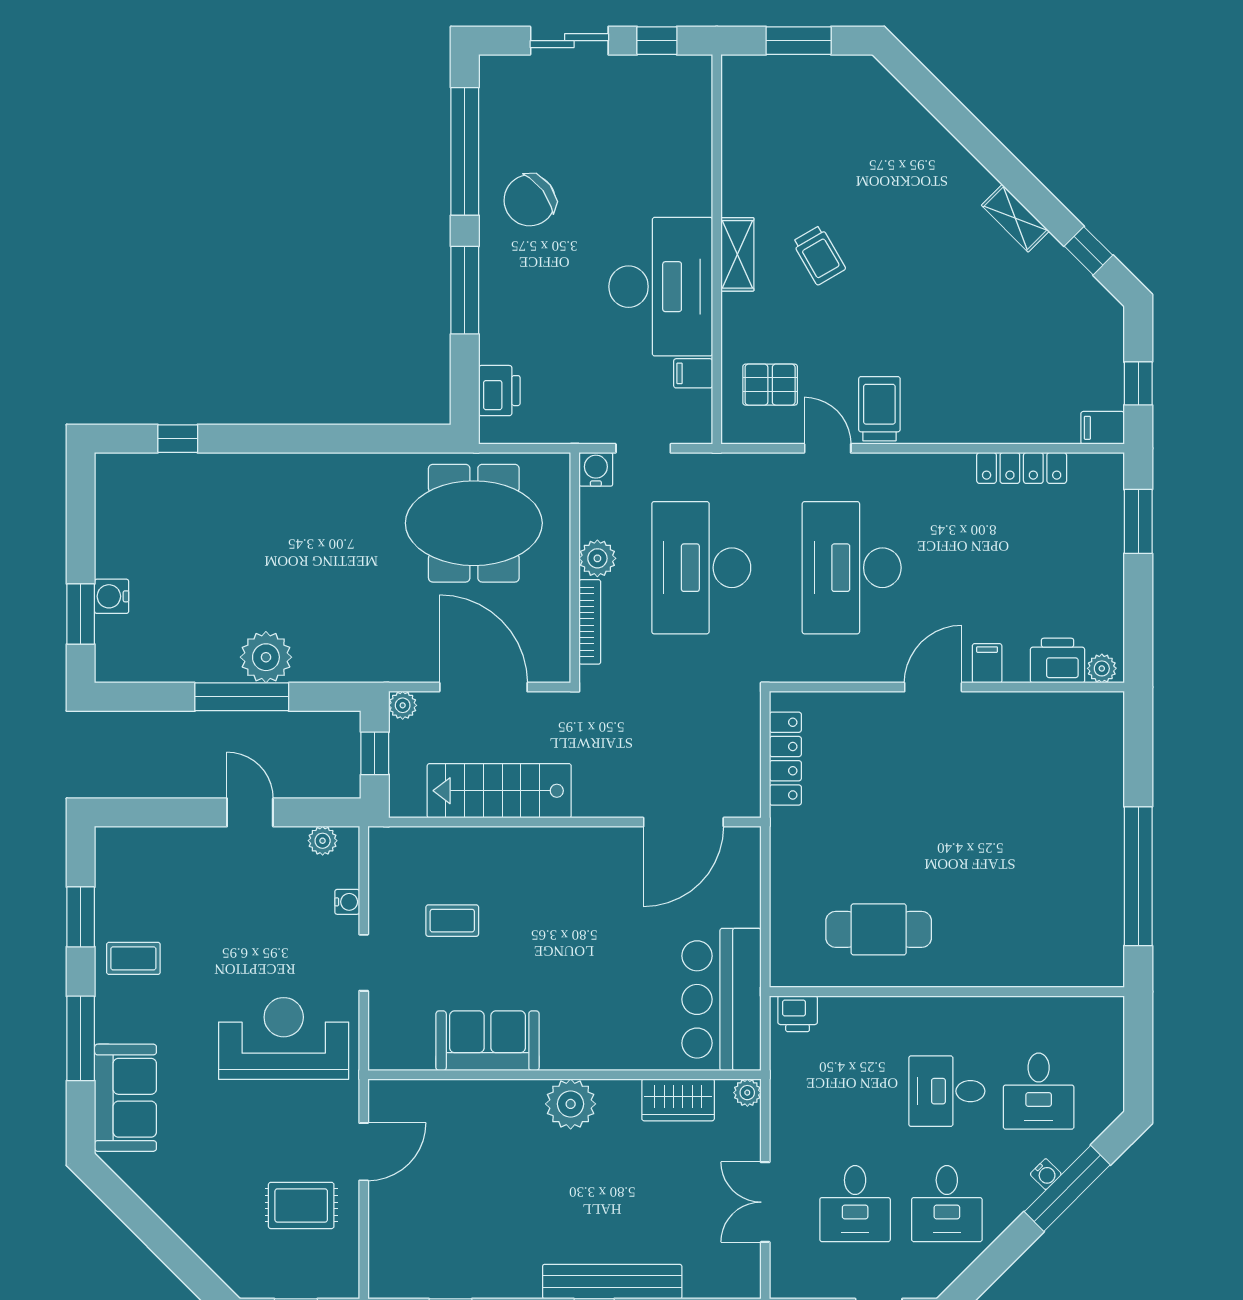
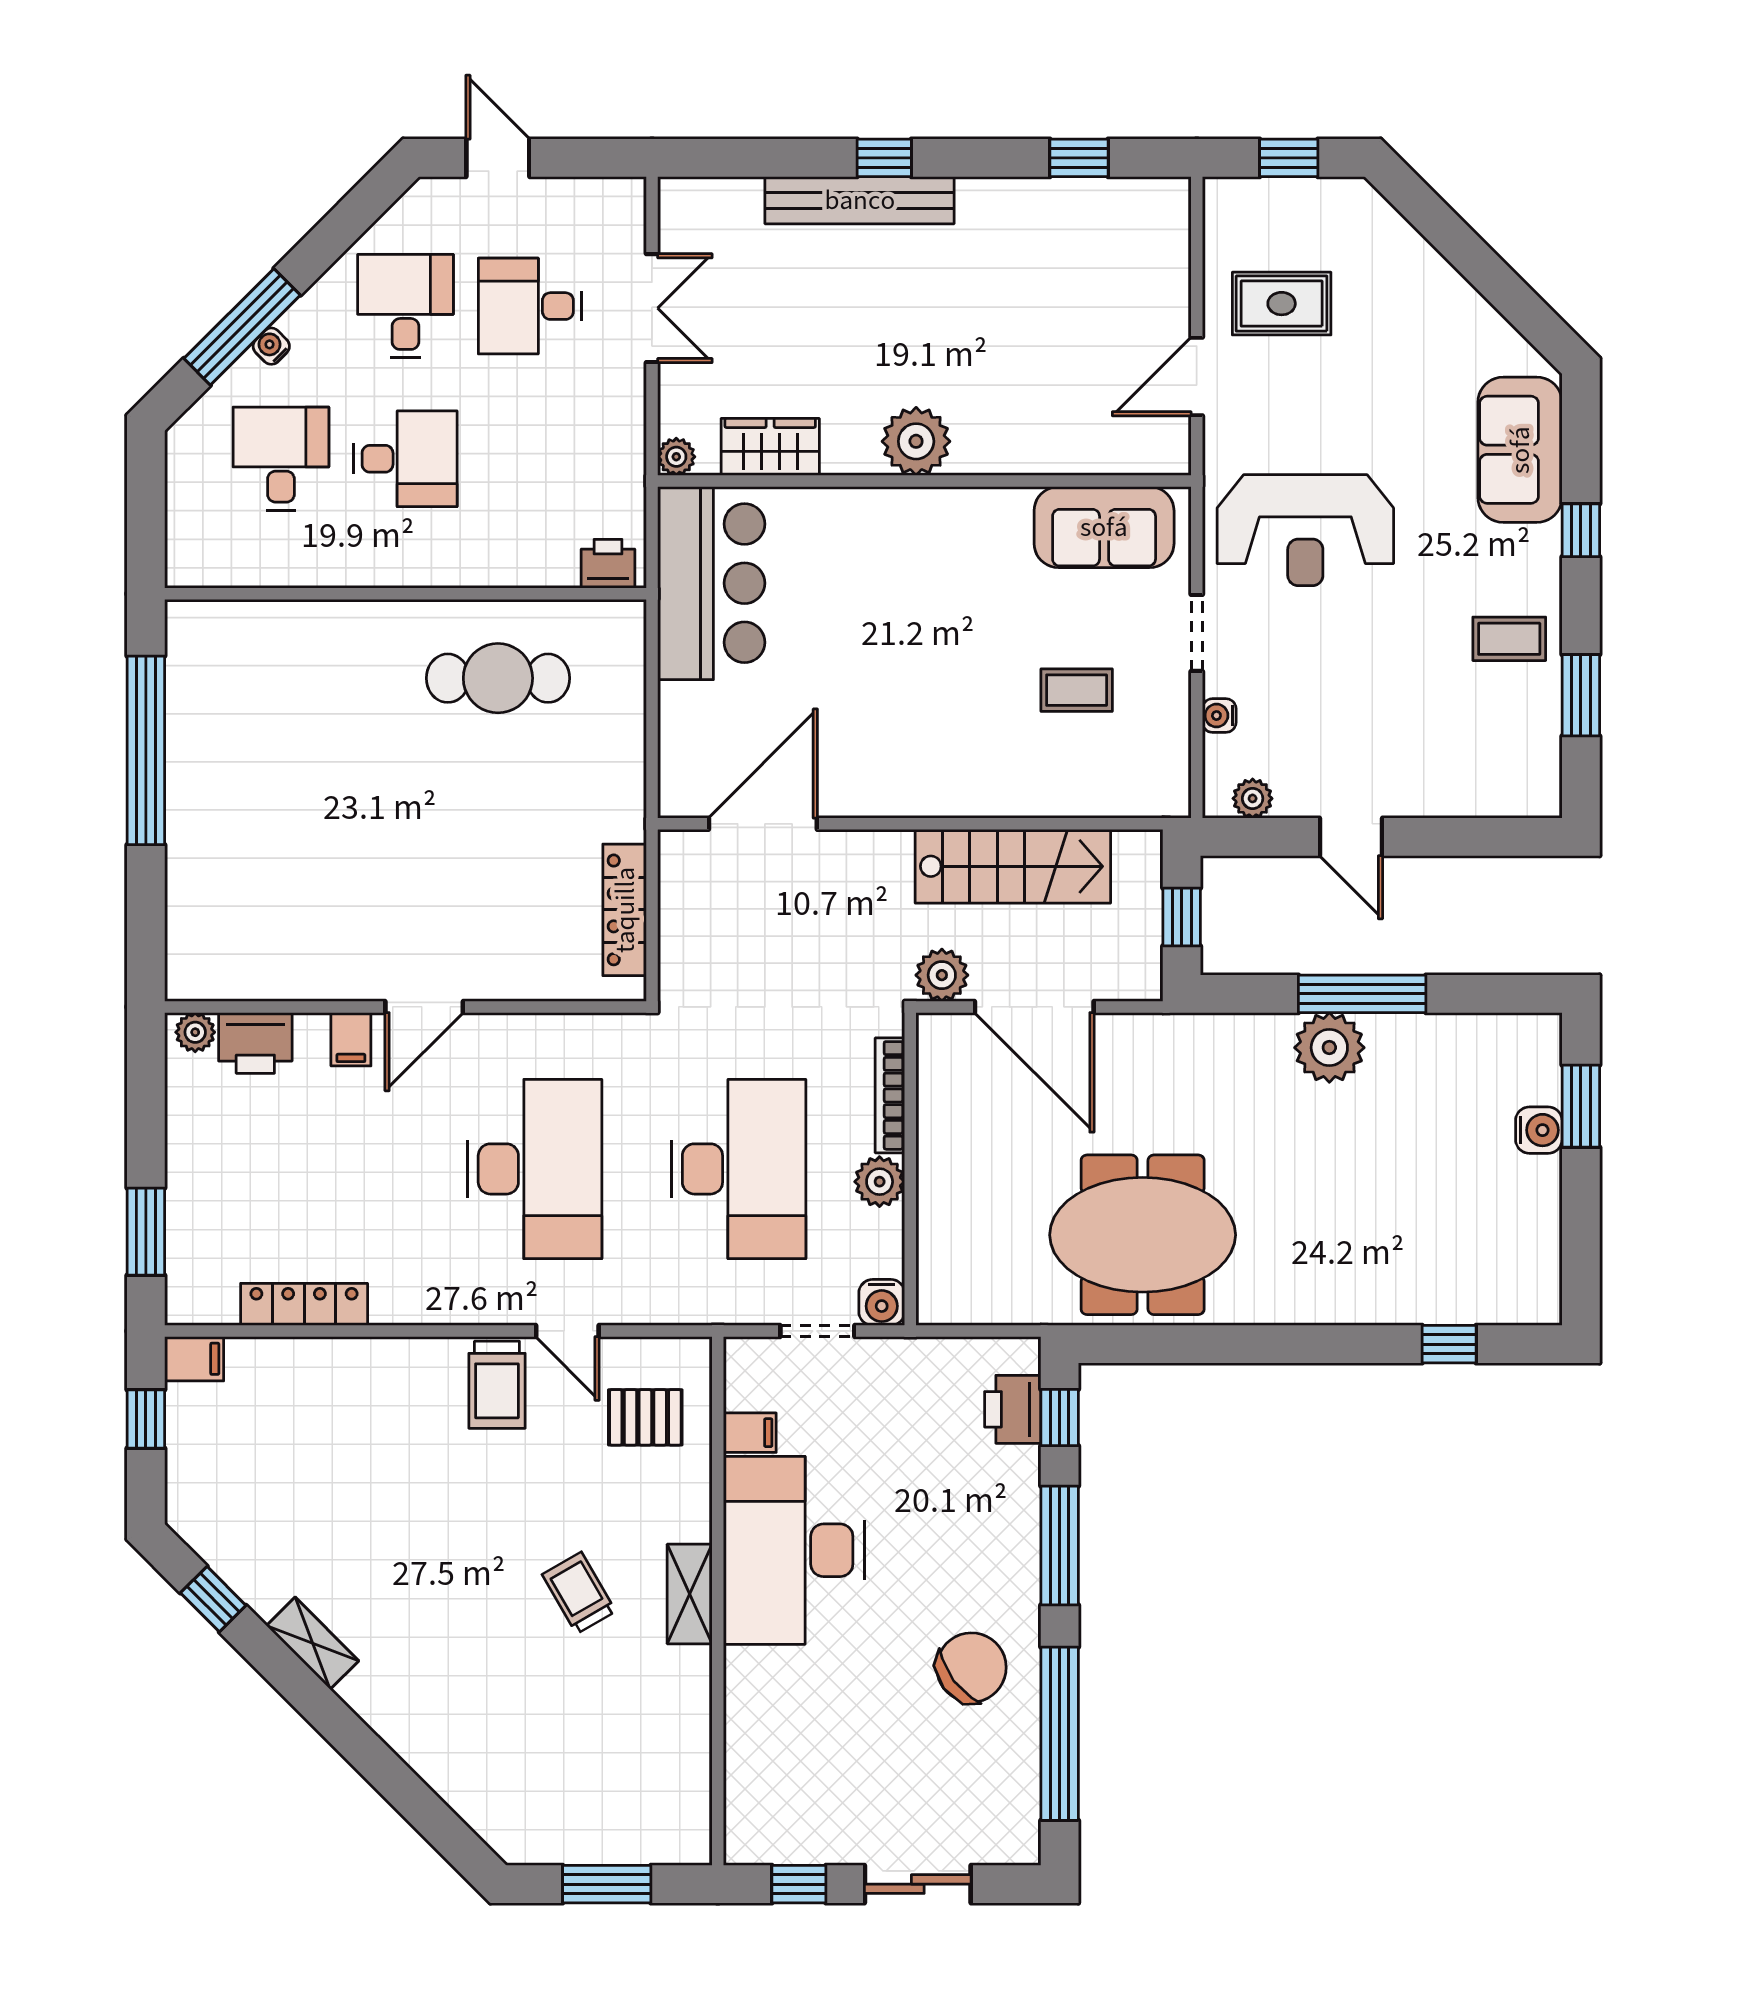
window: (465, 385) -> (1060, 1418), added
meeting table: (474, 523) -> (1143, 1235), moved
plant: (403, 705) -> (942, 975), moved, width x1.38, depth x1.38
window: (81, 1038) -> (1581, 530), width x0.46
sofa: (488, 1041) -> (1104, 527), moved
desk: (855, 1204) -> (530, 306), turned -90

